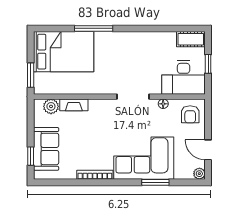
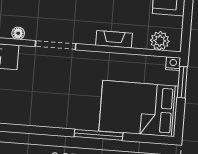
nightstand: (39, 89) -> (173, 64), added
fireplace: (74, 105) -> (114, 39), moved

